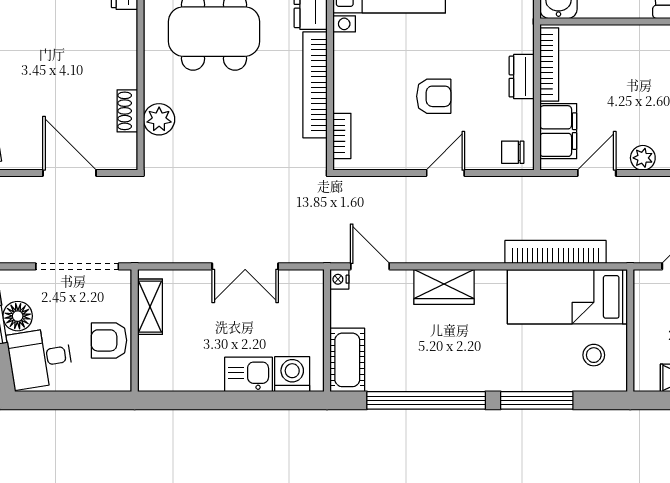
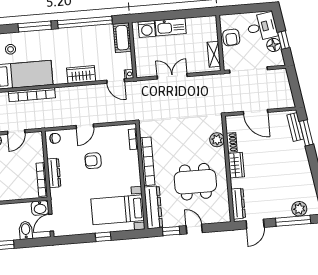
wardrobe: (122, 60) -> (236, 165), added
dresser: (522, 77) -> (54, 173), width x1.44
filing cabinet: (558, 131) -> (35, 150), removed
armchair: (109, 340) -> (231, 37), turned 87
kitchen sink: (249, 374) -> (171, 27), width x1.38

